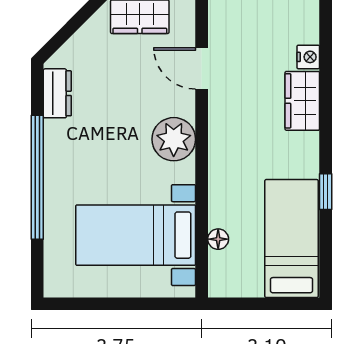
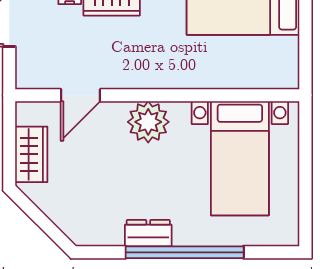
dresser: (57, 93) -> (148, 233), moved
floor lamp: (218, 239) -> (244, 80), removed

